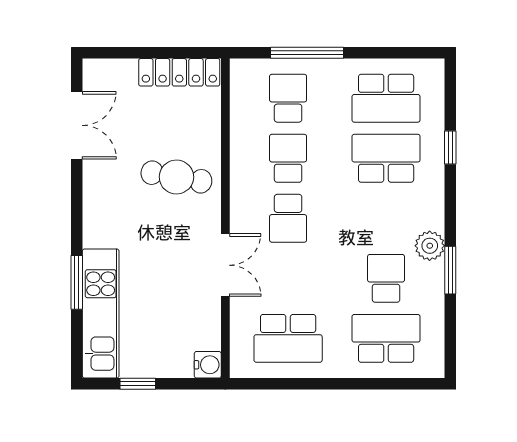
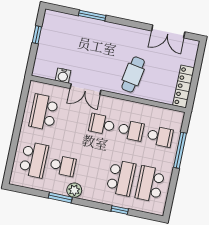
kitchen unit: (101, 313) -> (75, 24), removed
water cooler: (208, 365) -> (63, 76), moved

